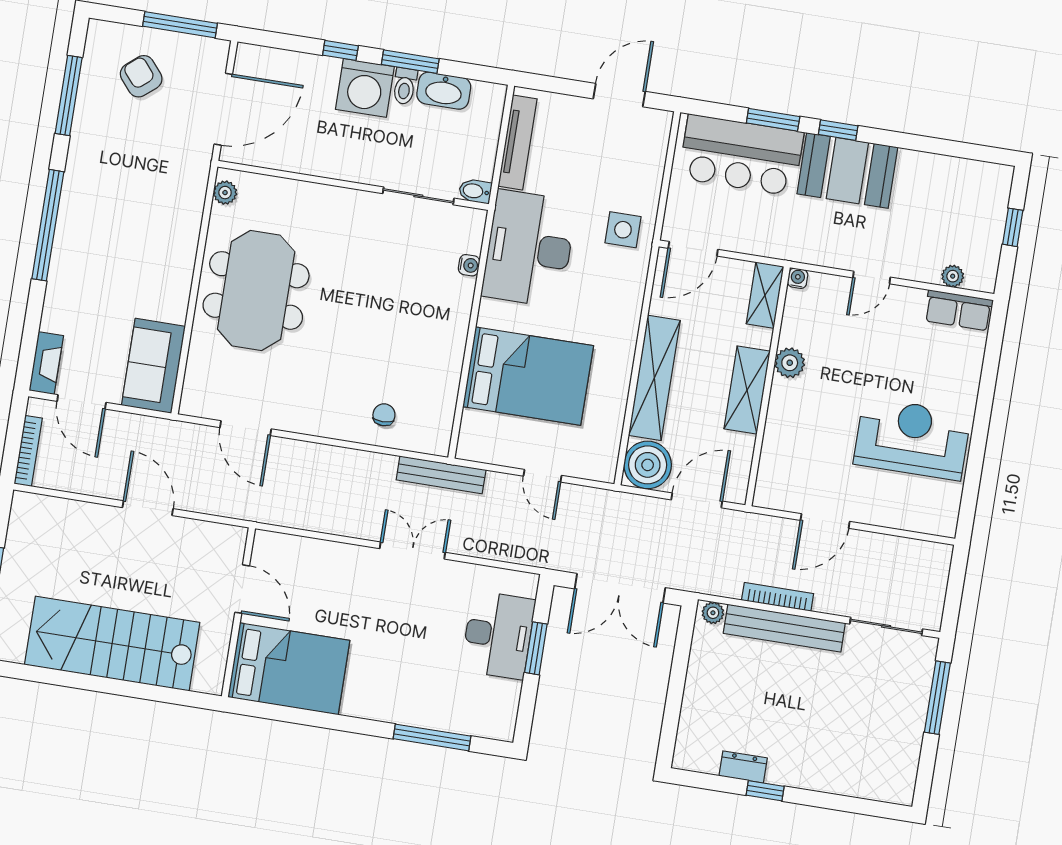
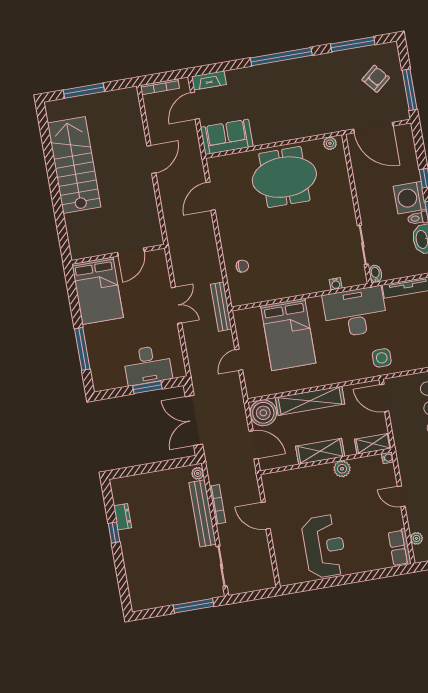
door: (242, 589) -> (131, 252), moved
wall: (238, 612) -> (118, 254), moved
bed: (289, 669) -> (98, 291), moved

